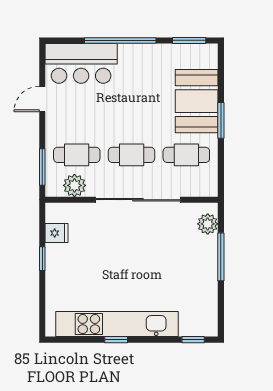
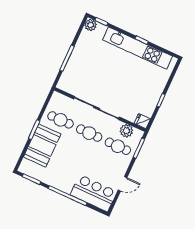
plant: (208, 224) -> (91, 25), moved
fridge: (56, 233) -> (142, 121), moved

